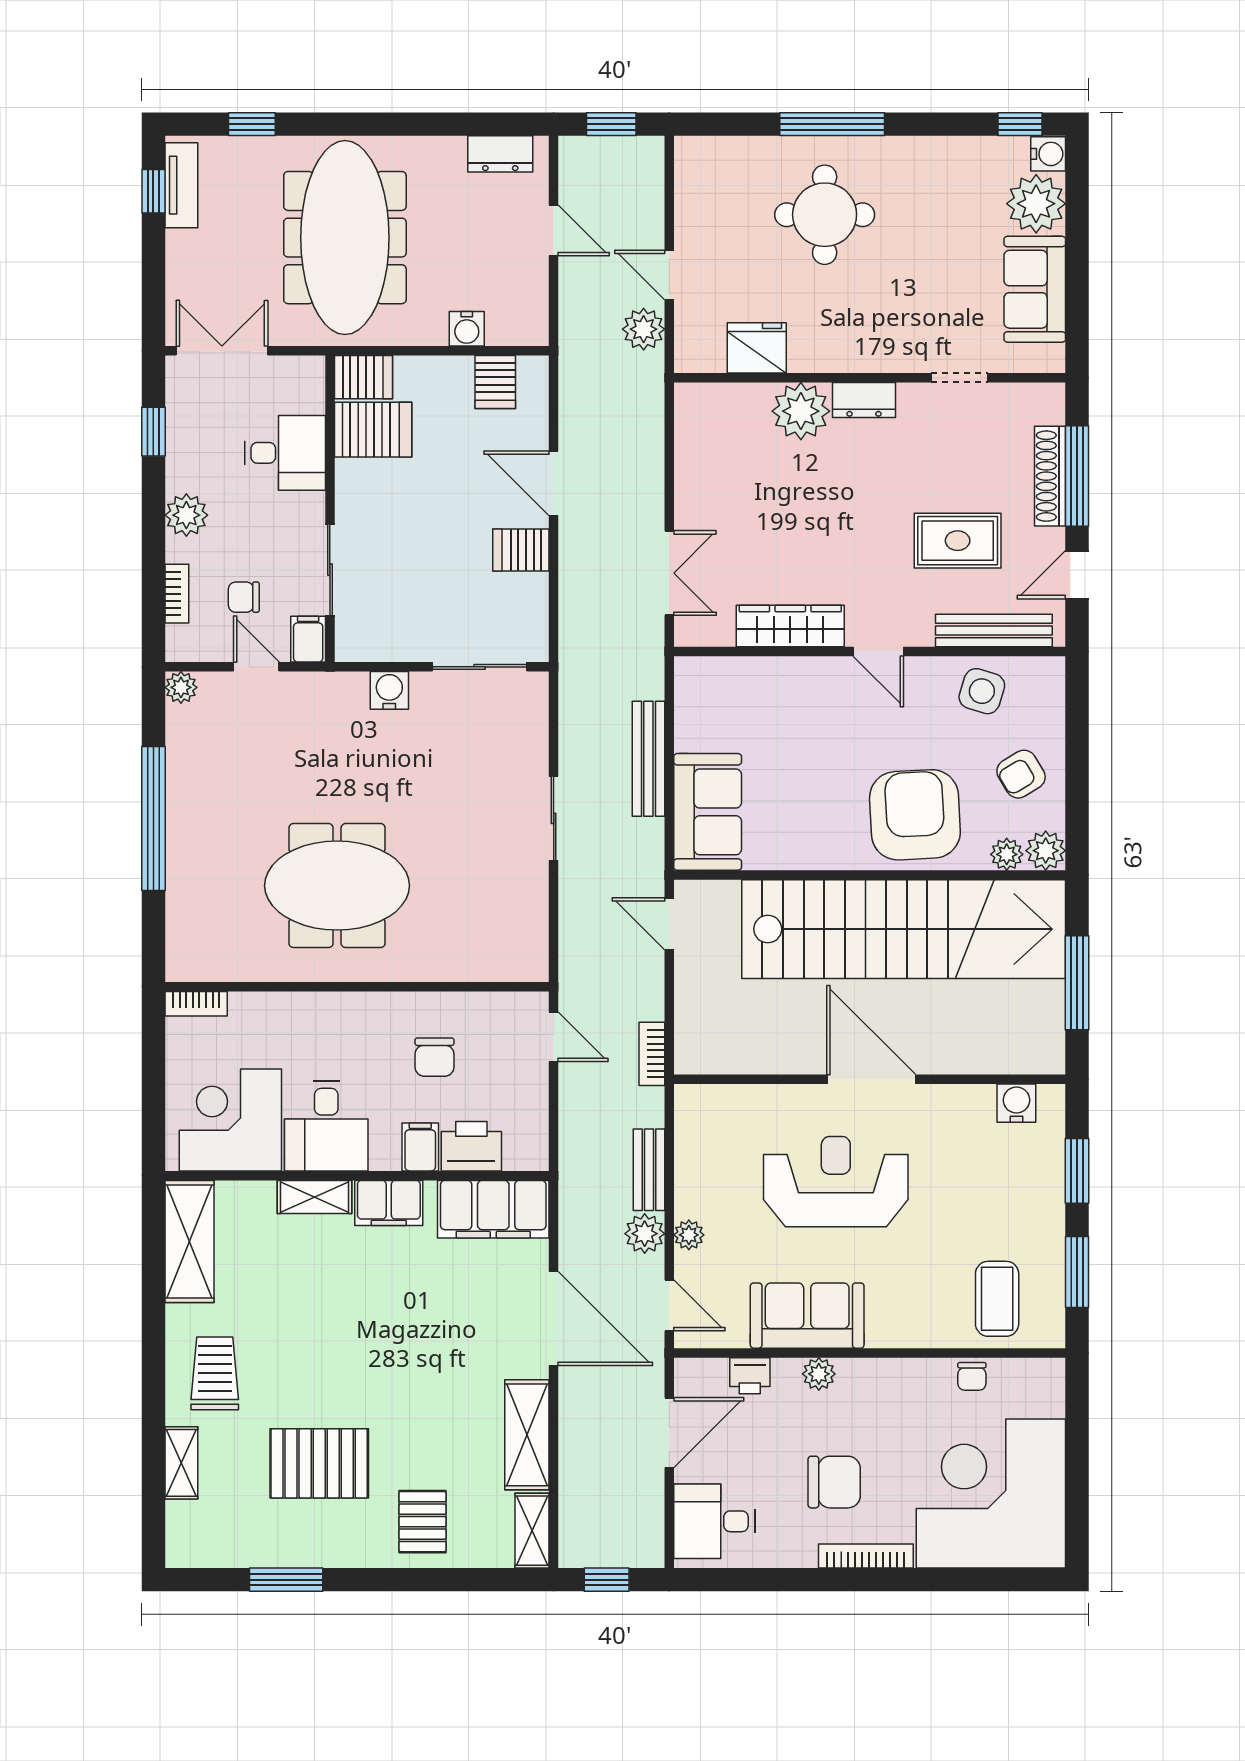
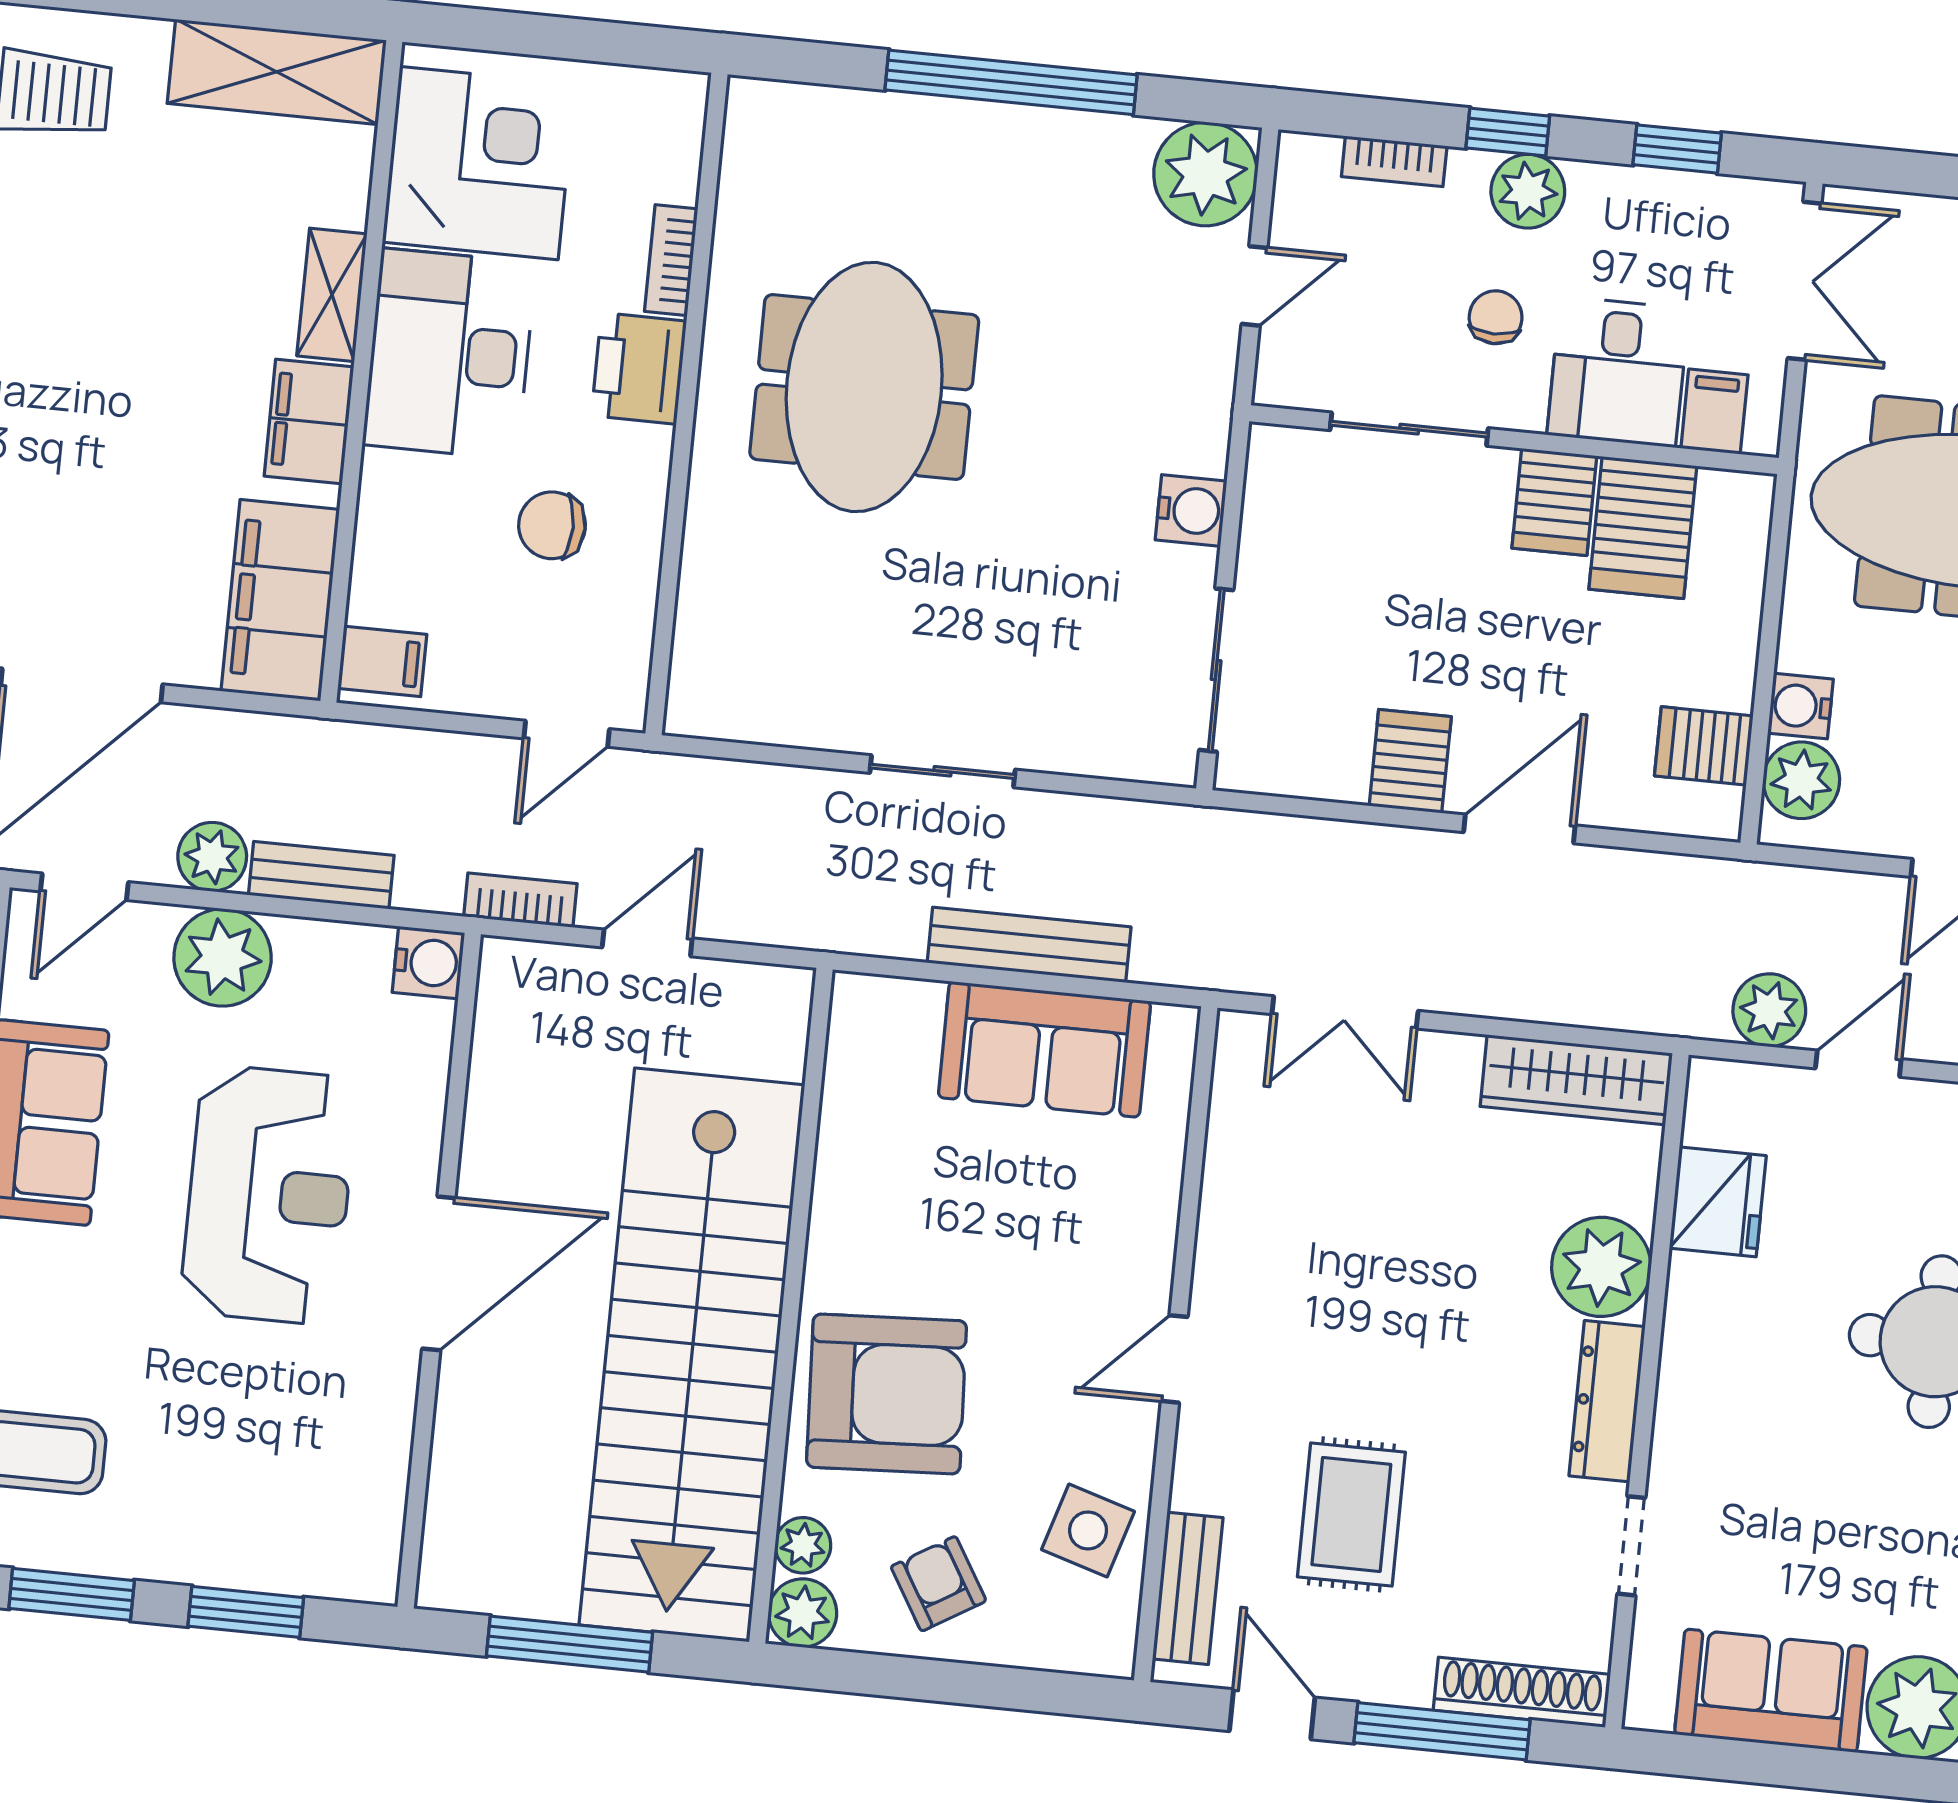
plant: (509, 324) -> (1801, 780), added
server rack: (364, 377) -> (1554, 502), moved
dresser: (864, 400) -> (1607, 1401), width x1.44
shoe rack: (1050, 476) -> (1522, 1692), moved
window: (153, 530) -> (1508, 132), added
chair: (244, 597) -> (1496, 317), moved
wardrobe: (790, 626) -> (1576, 1080), moved, turned 90
bench: (994, 631) -> (1188, 1588), width x0.73
filing cabinet: (308, 639) -> (1714, 412), moved, turned -90
plant: (181, 687) -> (1206, 174), width x1.87, depth x1.87
sofa: (708, 812) -> (1044, 1049), moved
door: (669, 924) -> (647, 943), moved
bookcase: (196, 1004) -> (671, 260), moved
water cooler: (1016, 1103) -> (428, 962), moved
desk: (326, 1126) -> (449, 354), width x1.37
printer: (471, 1146) -> (639, 368), moved, turned 180
filing cabinet: (420, 1147) -> (382, 661), moved
plant: (689, 1235) -> (223, 957), width x1.88, depth x1.88

